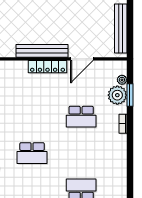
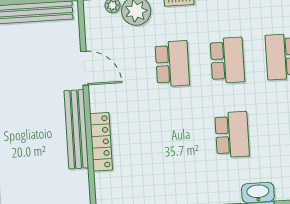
locker: (48, 67) -> (101, 142), moved
school desk: (81, 153) -> (227, 60), added

